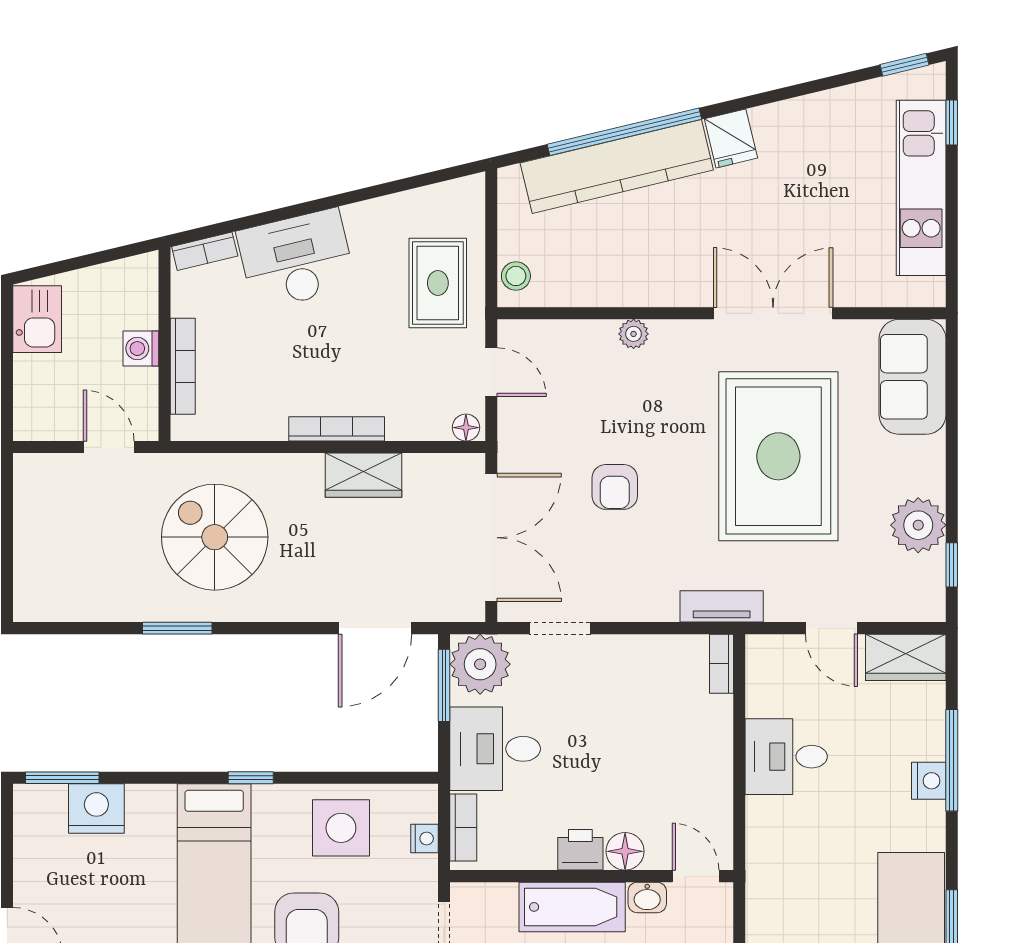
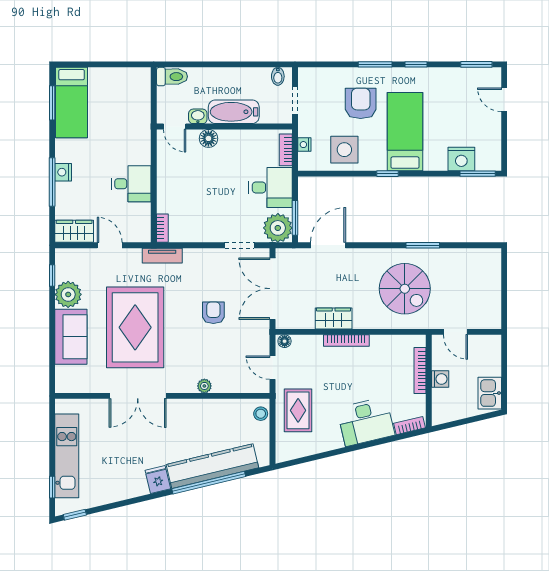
sofa: (913, 377) -> (71, 337), moved
printer: (580, 850) -> (230, 139), removed

